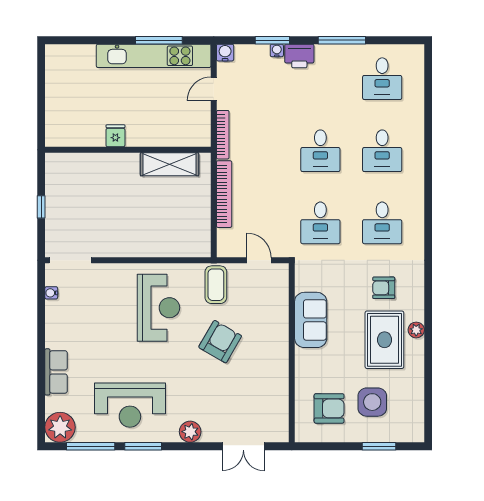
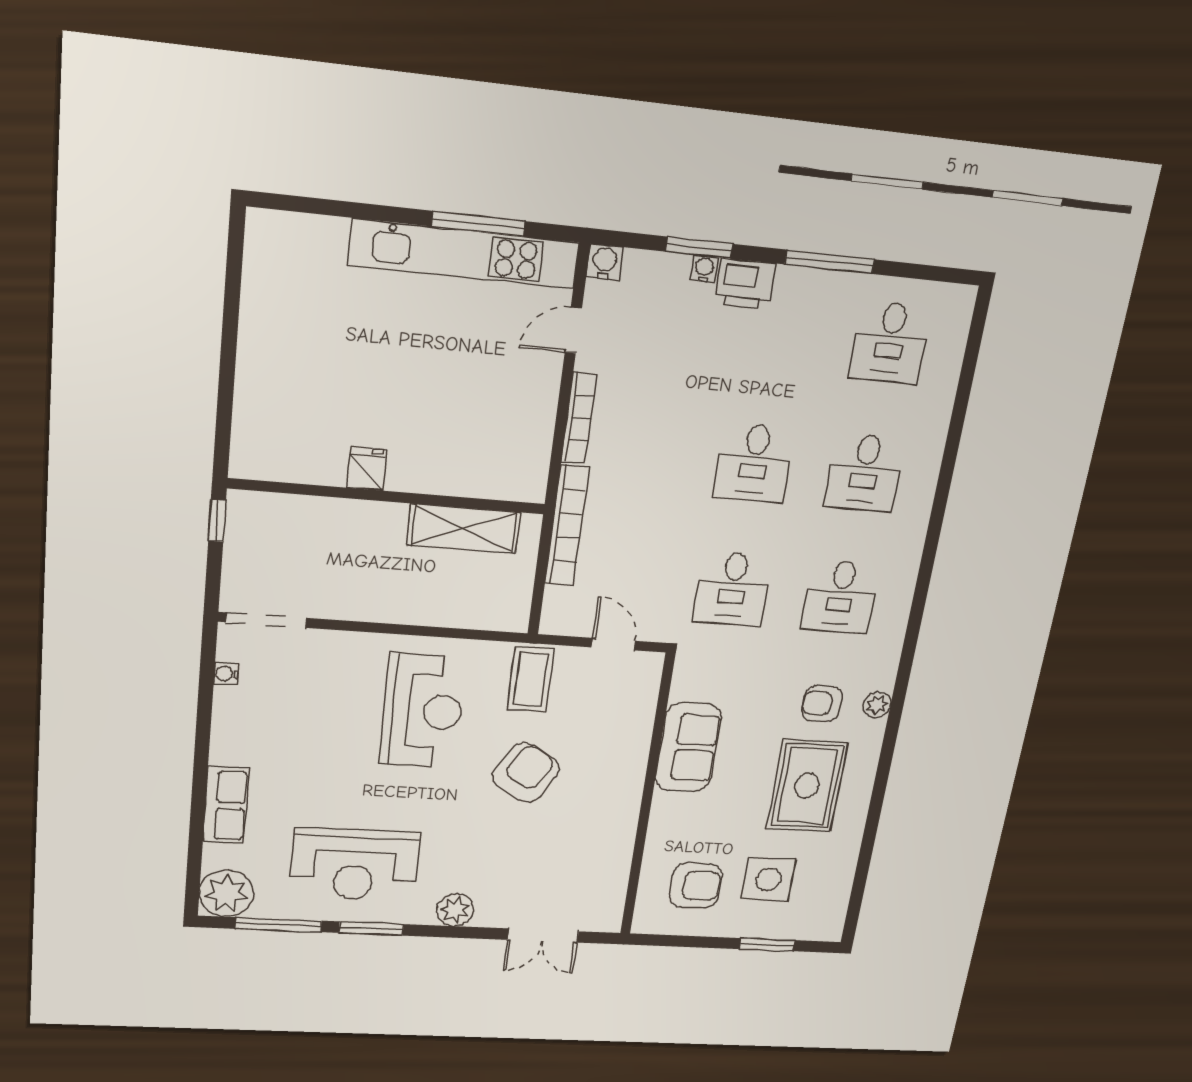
fridge: (115, 136) -> (367, 469), moved
wall: (128, 150) -> (388, 496), moved
shelving: (169, 164) -> (464, 529), moved
plant: (416, 330) -> (877, 705), moved

